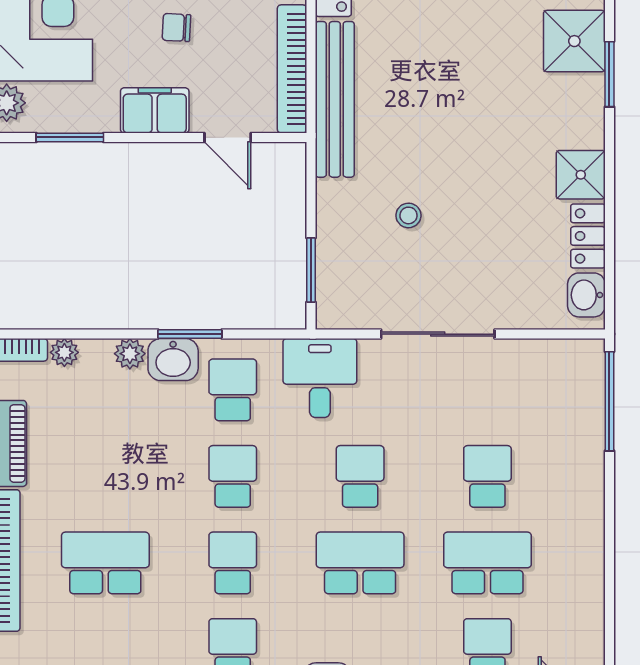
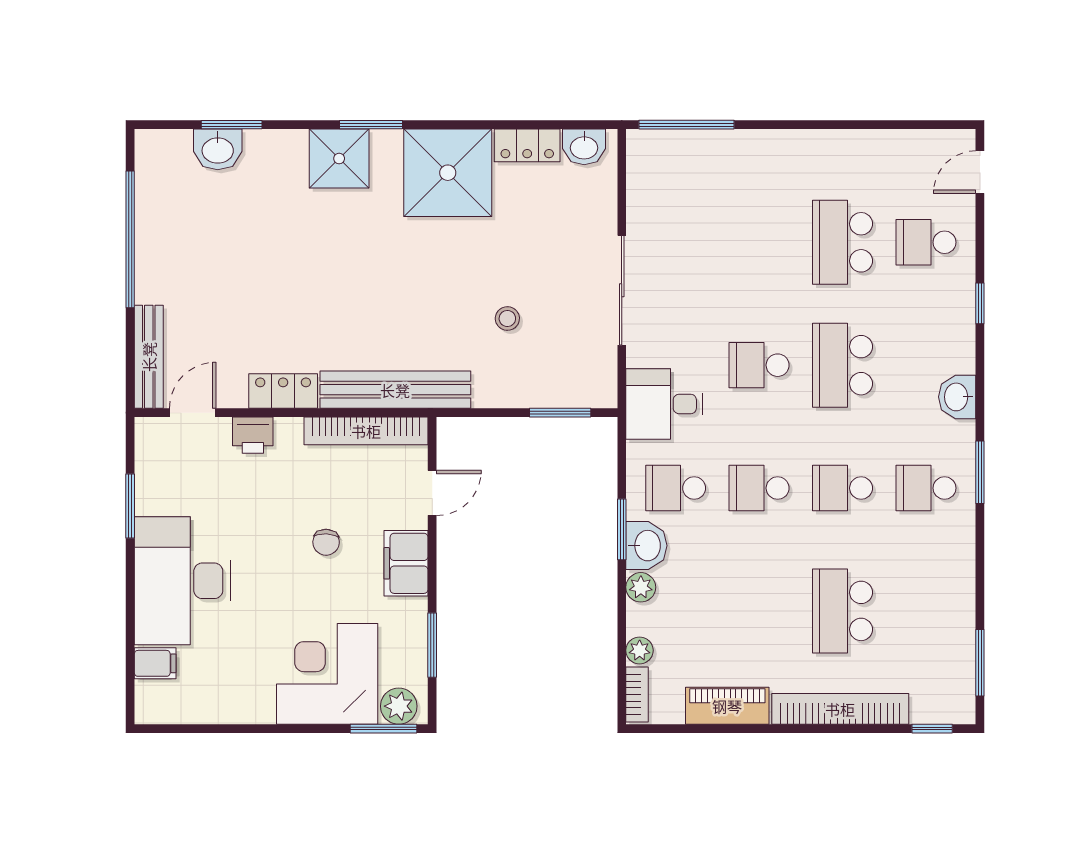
shower: (581, 175) -> (448, 173), width x1.86, depth x1.86
school desk: (487, 476) -> (759, 242), removed

